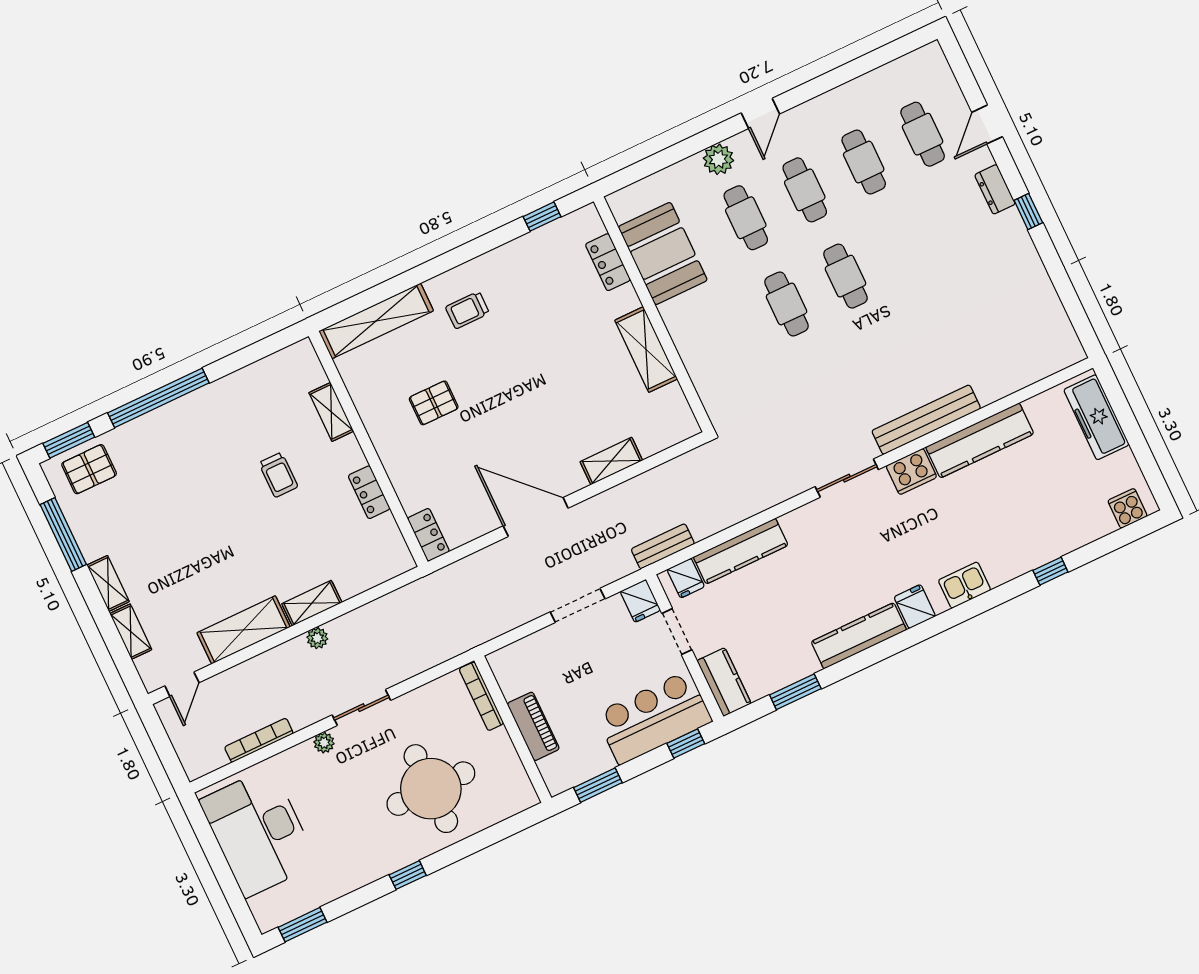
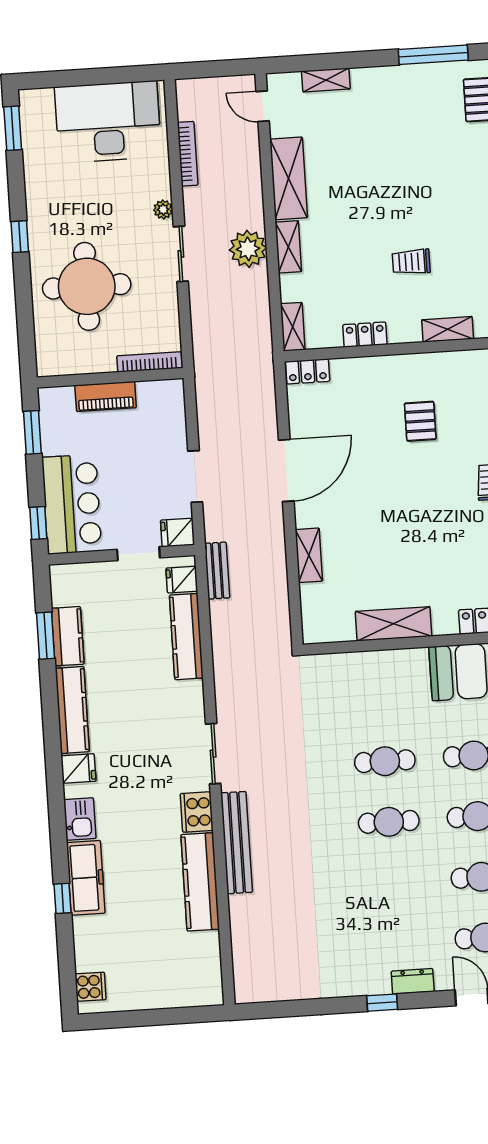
freezer: (1096, 417) -> (86, 878), moved, turned 90
shelving: (108, 583) -> (293, 327), moved, turned 90
plant: (317, 638) -> (248, 249), width x1.87, depth x1.87
kitchen counter: (724, 682) -> (68, 636), moved, turned -90

